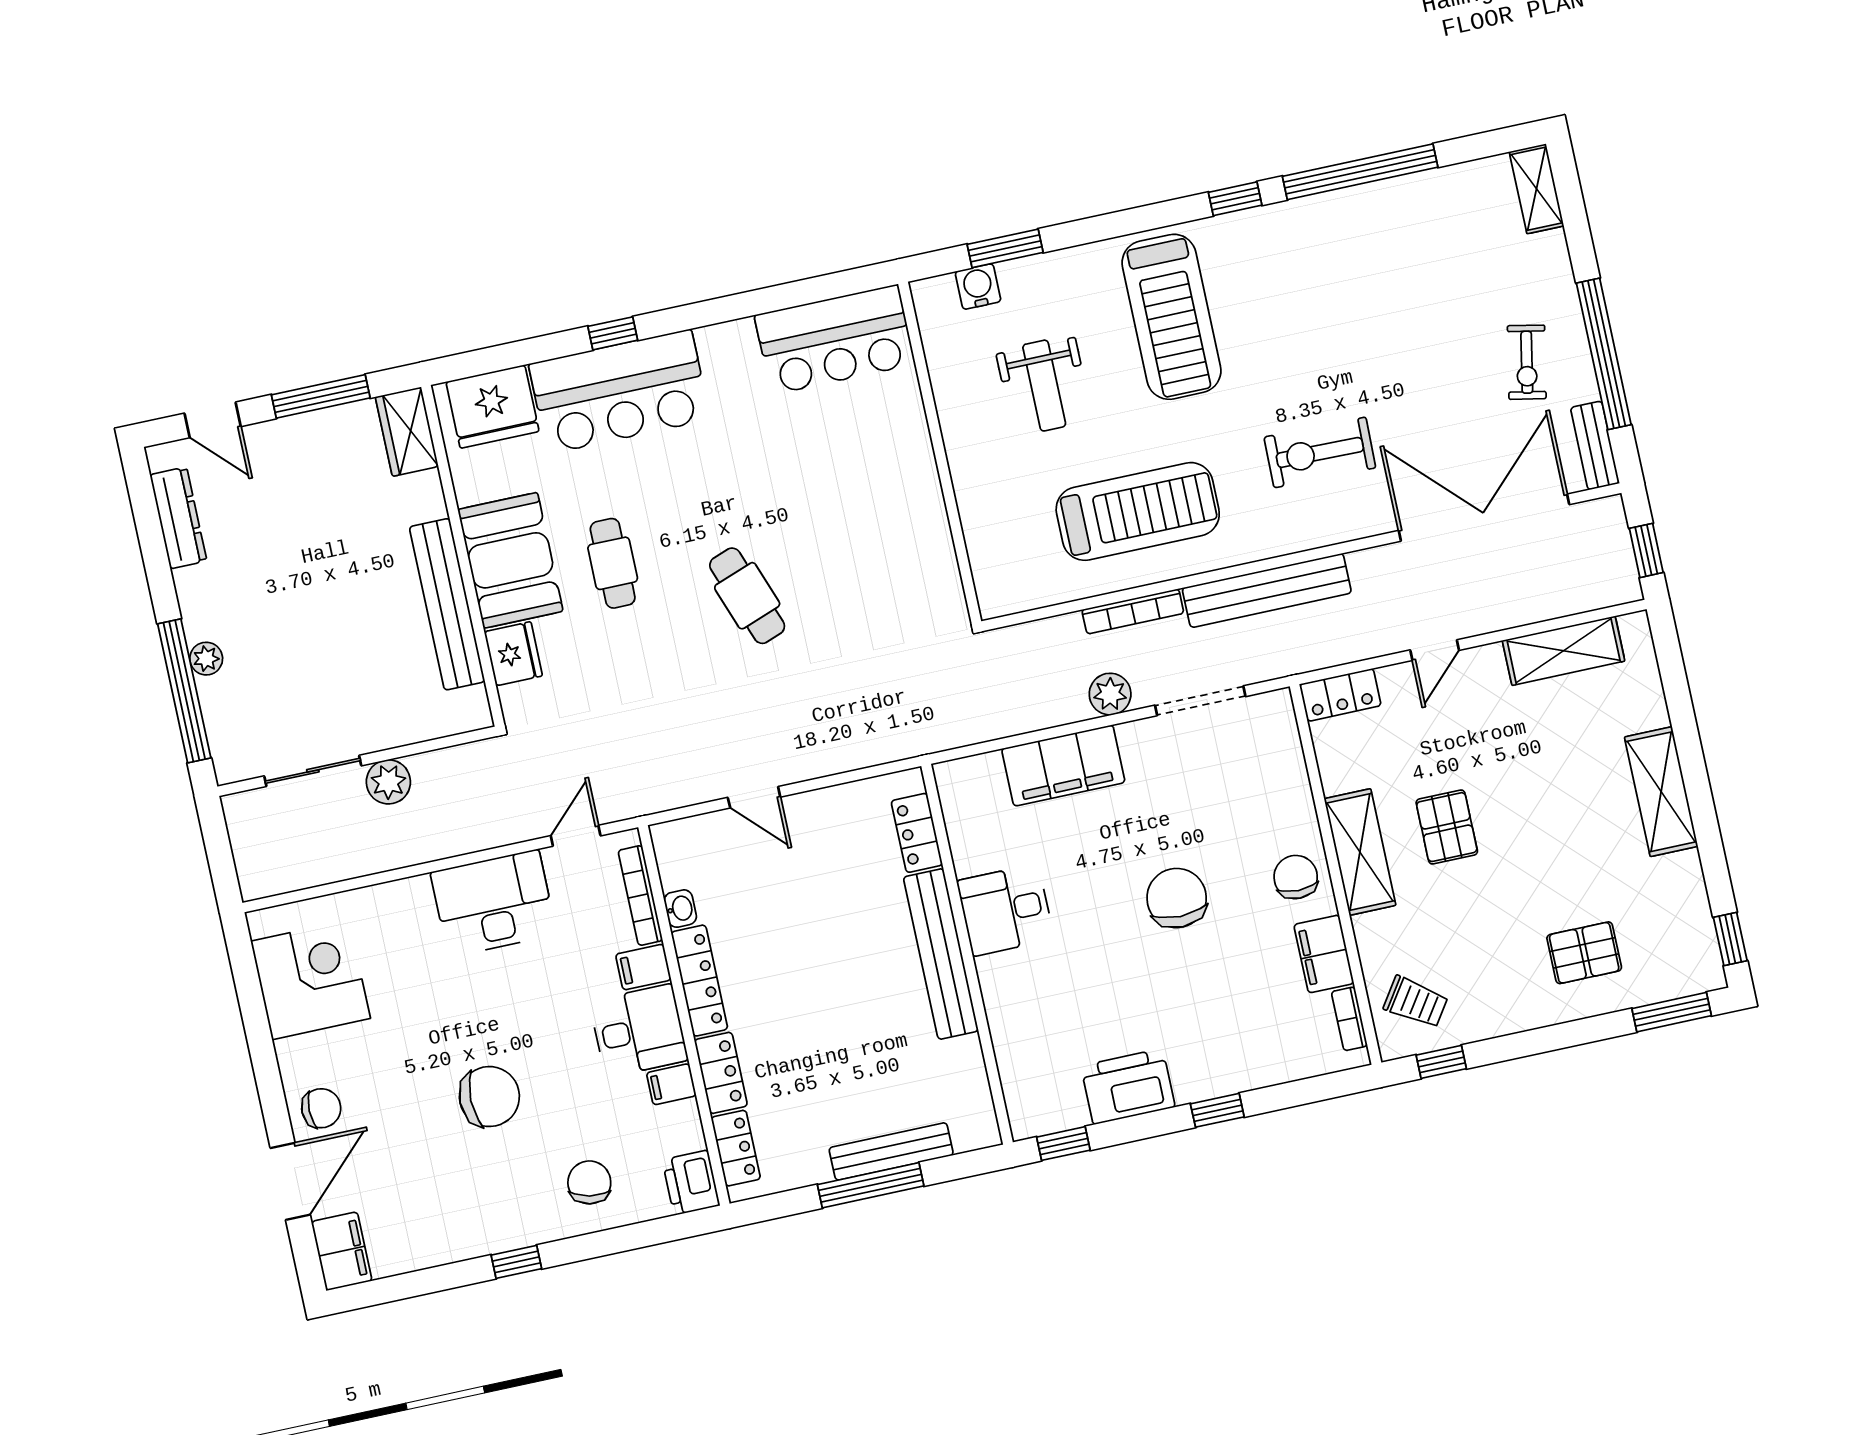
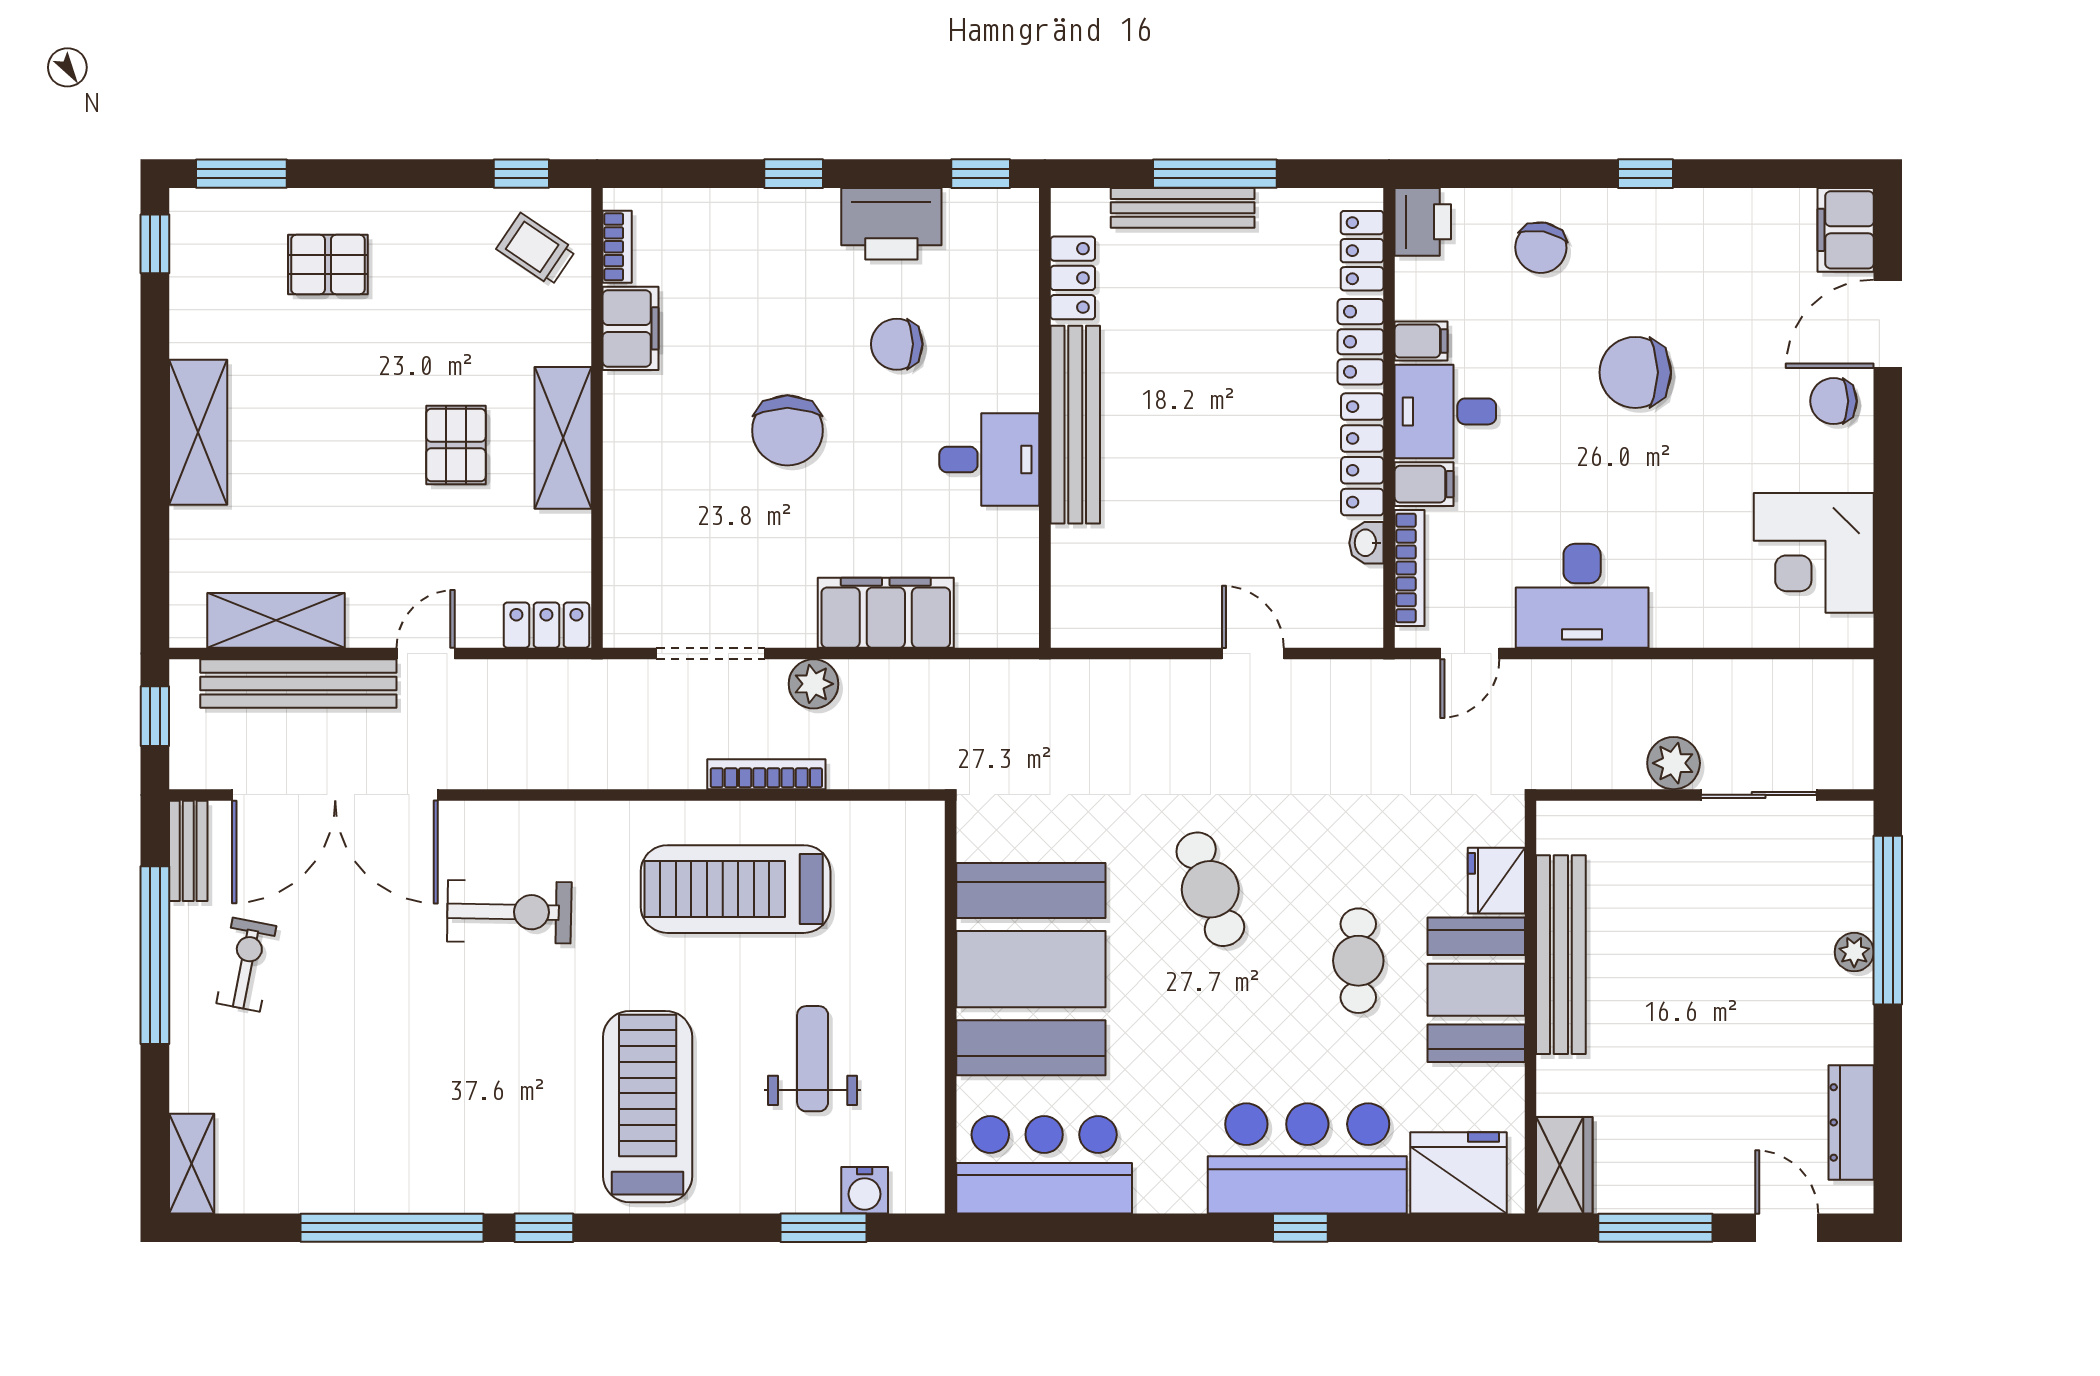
booth: (881, 498) -> (1031, 969), added
bench: (1267, 590) -> (298, 684), moved
locker: (917, 833) -> (1073, 278), moved
chair: (1296, 877) -> (897, 344), moved, turned 90

